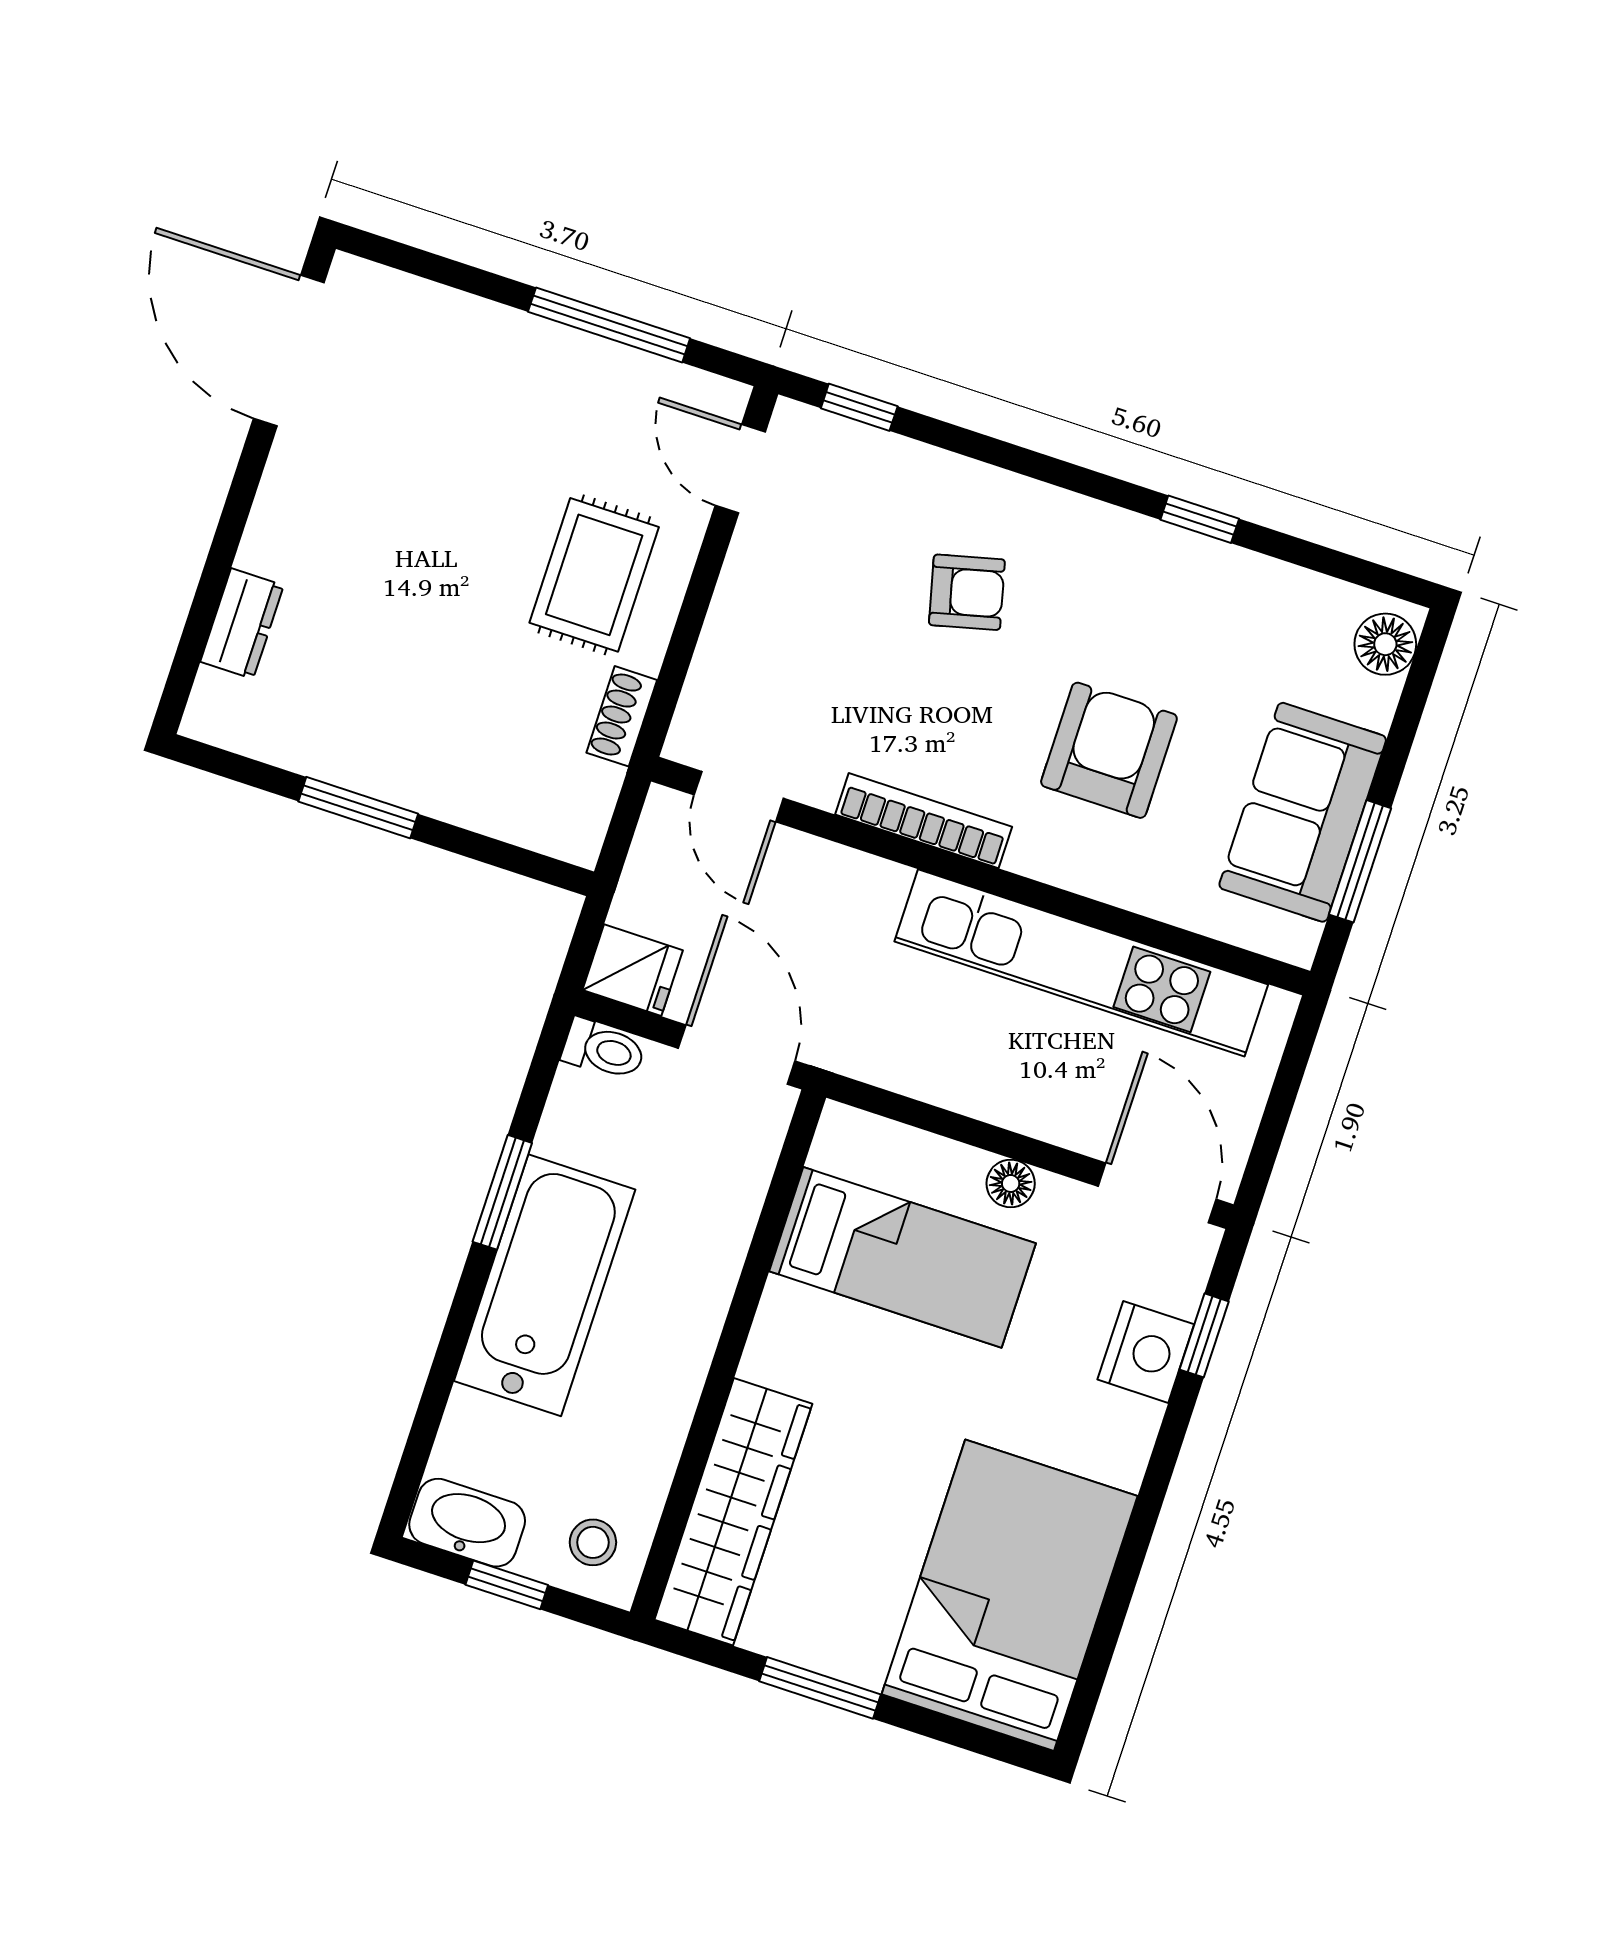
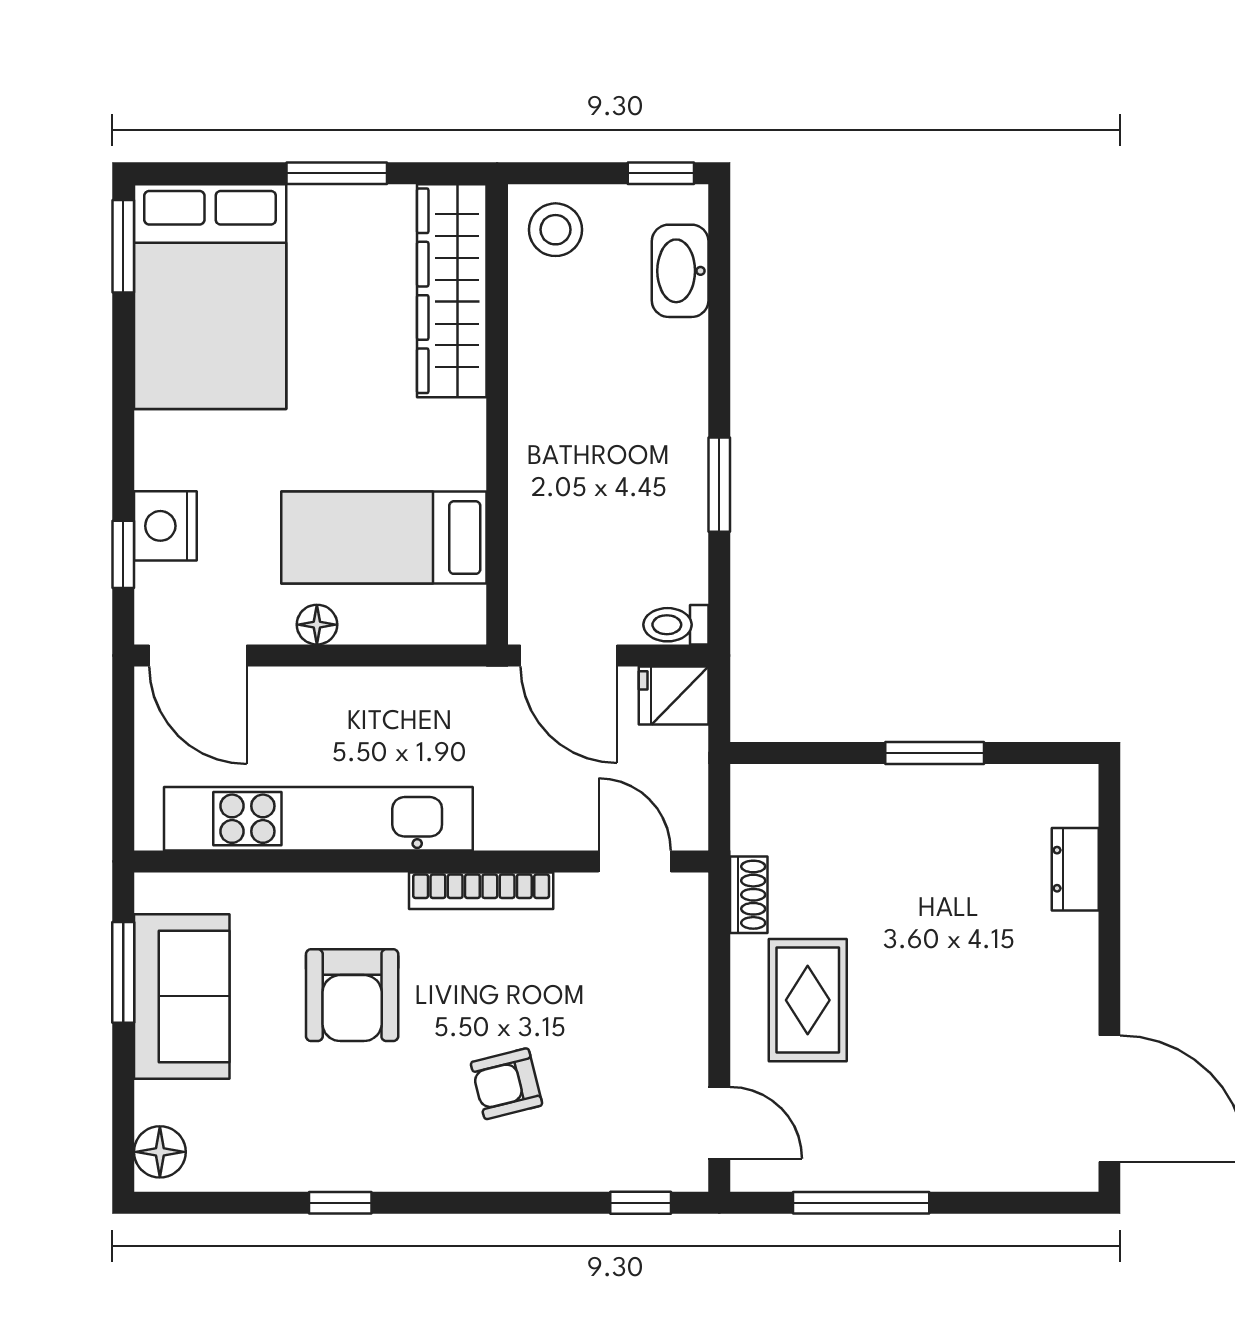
bathtub: (545, 1285) -> (661, 422), removed
washbasin: (467, 1523) -> (680, 271), moved, turned 90
stool: (593, 1542) -> (555, 230), width x1.37, depth x1.37
window: (507, 1585) -> (661, 173), moved
window: (1089, 1685) -> (123, 246), added

